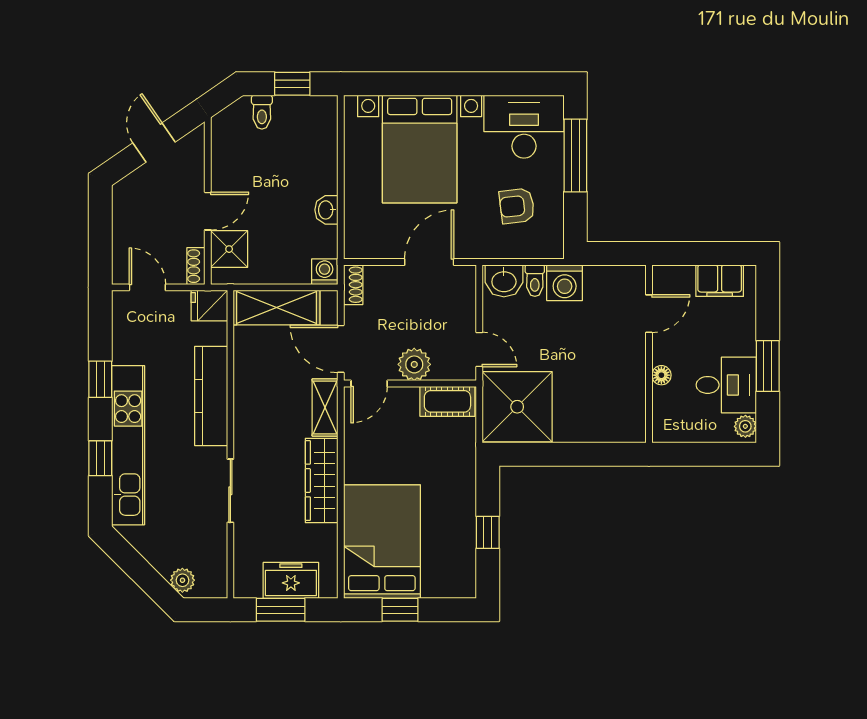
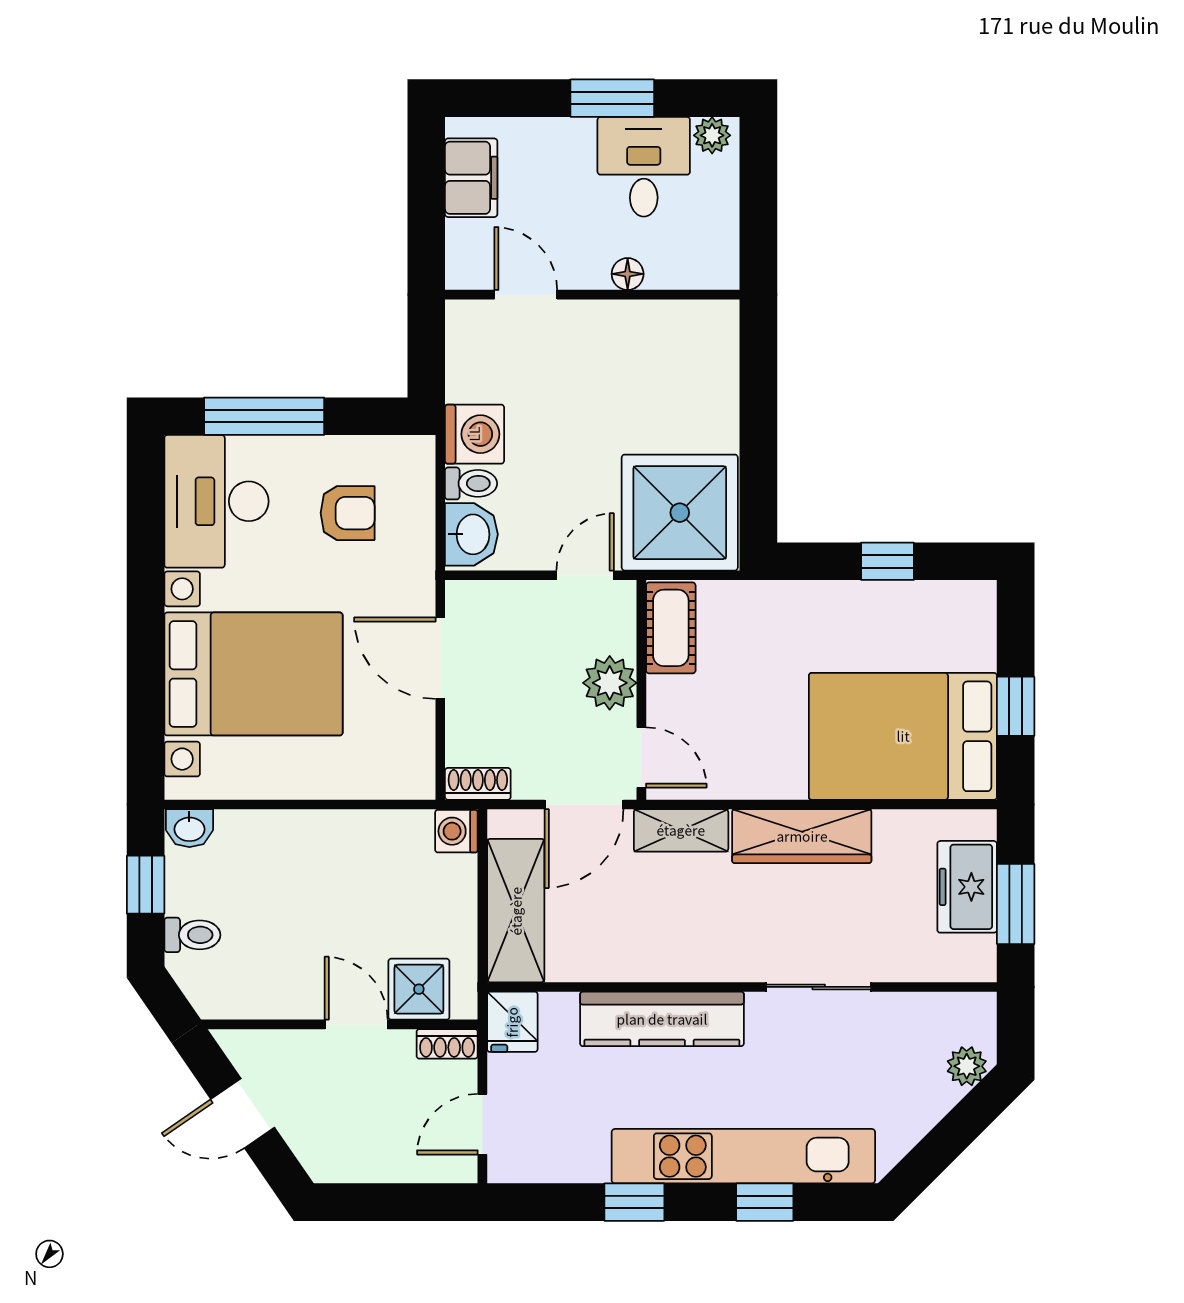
armchair: (517, 206) -> (348, 513), turned -83
washbasin: (326, 210) -> (189, 828), moved

